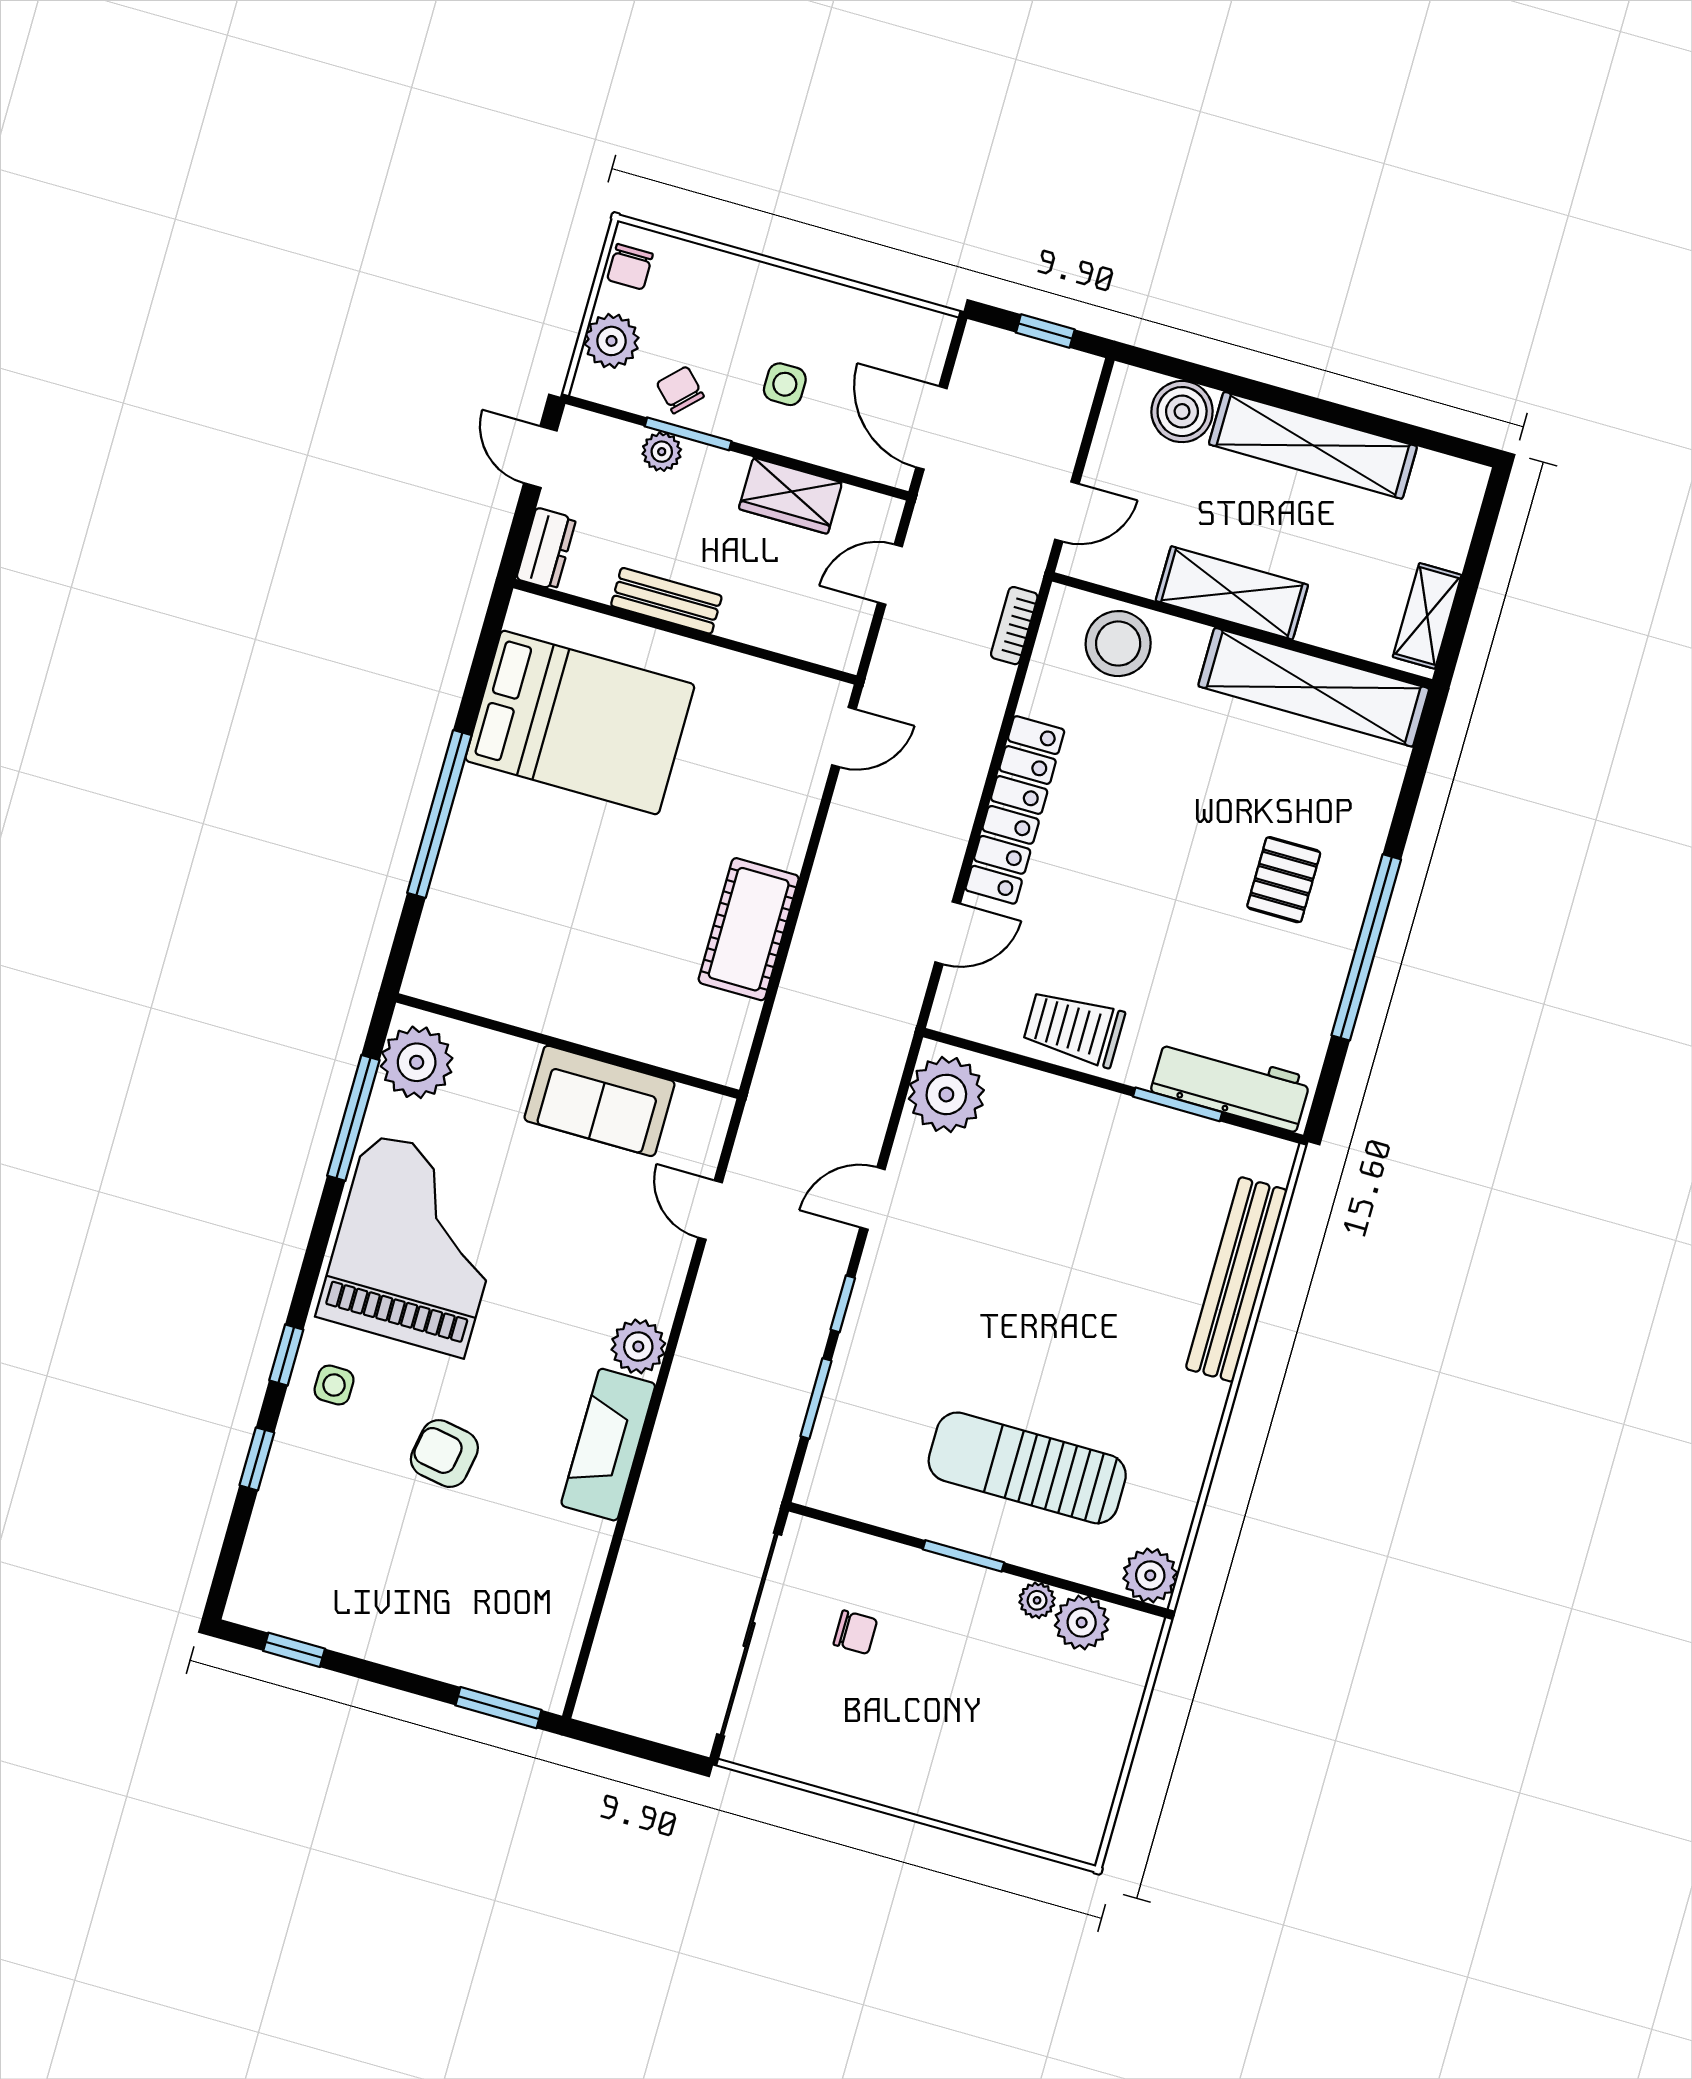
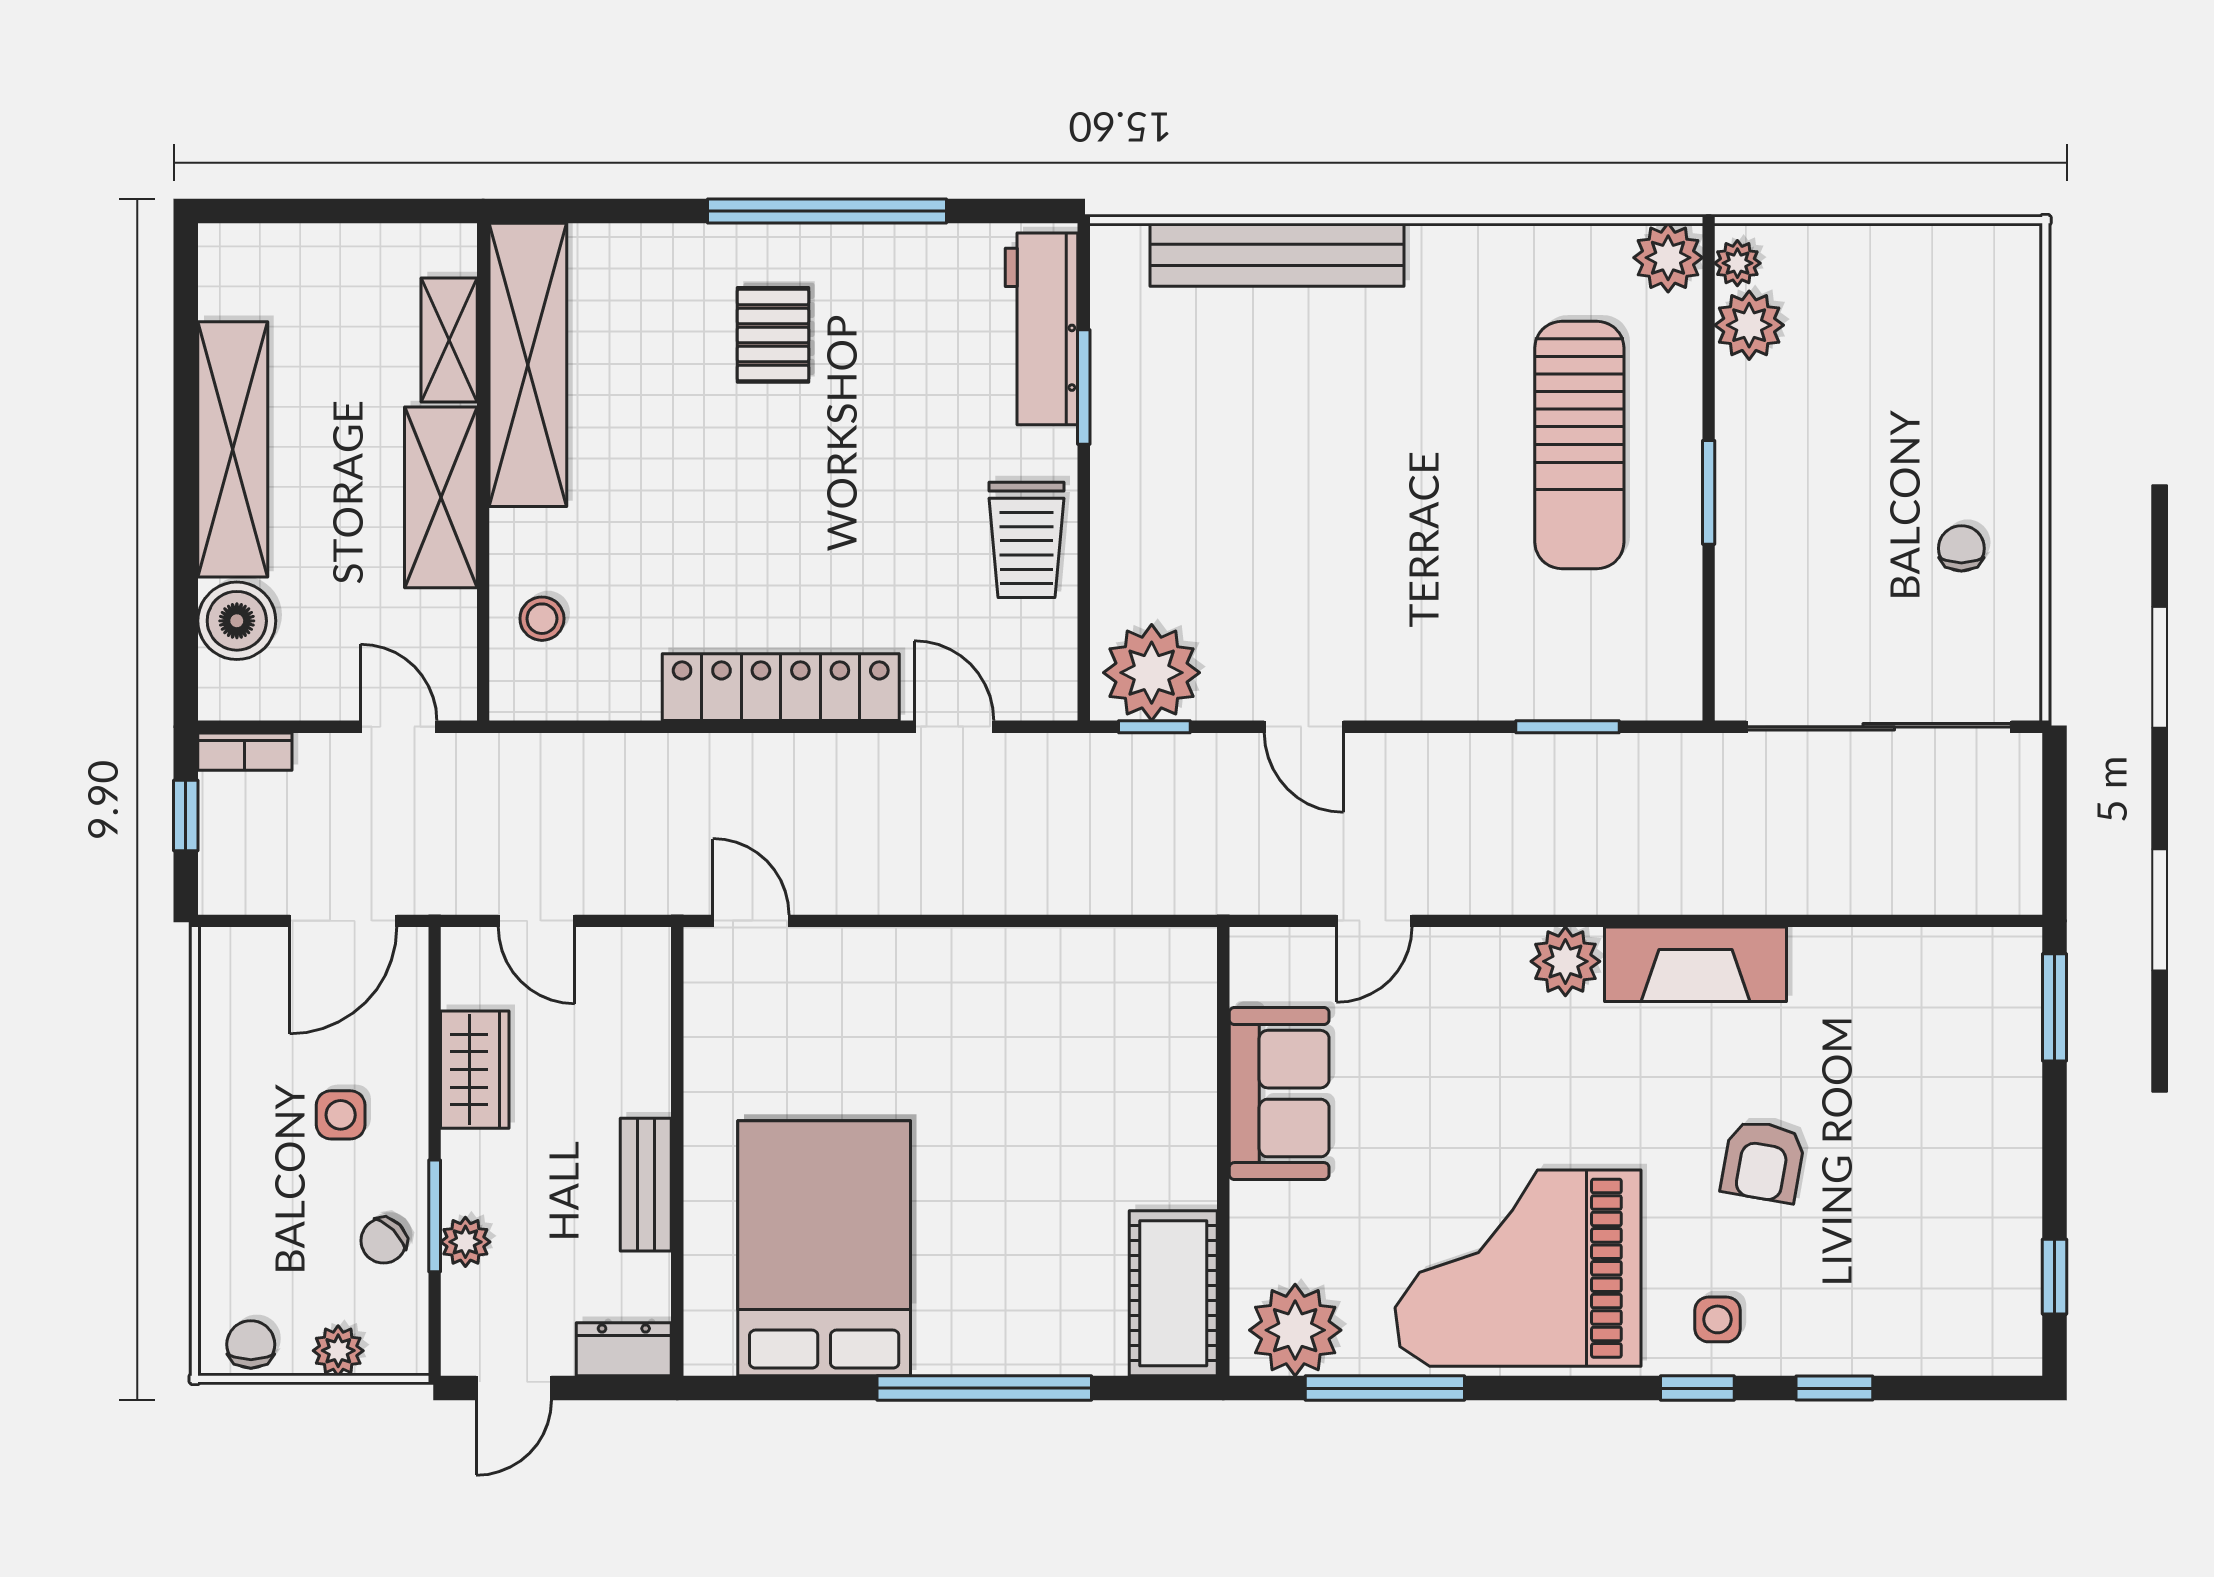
chair: (630, 267) -> (251, 1344), turned -90
plant: (612, 341) -> (338, 1351), width x0.73, depth x0.73
shelving: (1427, 616) -> (449, 340), moved, turned 90
bookcase: (1014, 626) -> (245, 752), moved
stool: (1118, 644) -> (542, 619), width x0.53, depth x0.53
pallet: (1284, 880) -> (773, 335), turned 90
cot: (749, 929) -> (1173, 1293), moved, turned 90
window: (843, 1304) -> (1154, 727), moved
plant: (1037, 1600) -> (1737, 263), moved
chair: (855, 1632) -> (1961, 548), moved

